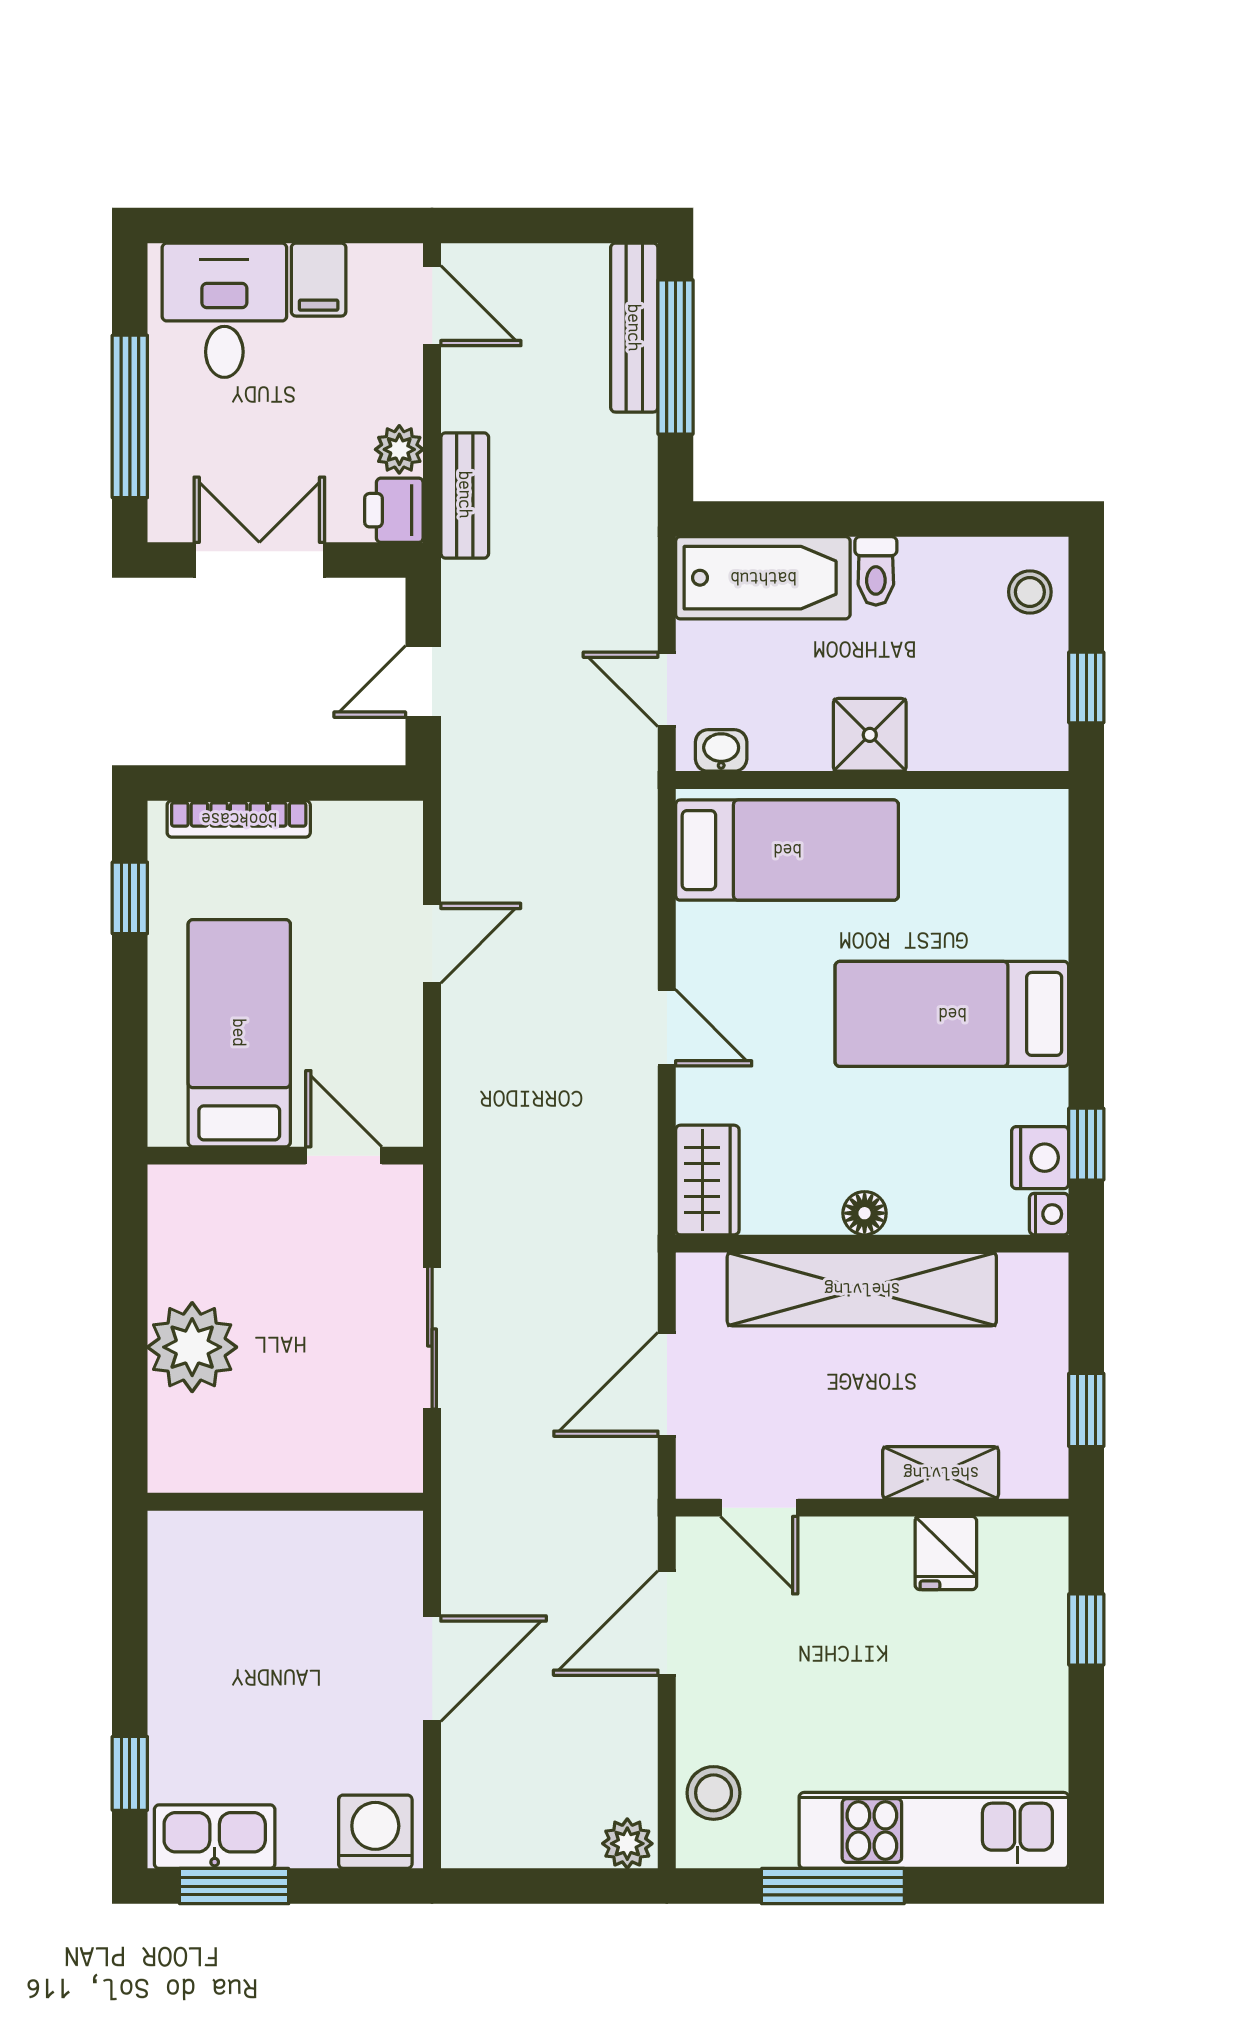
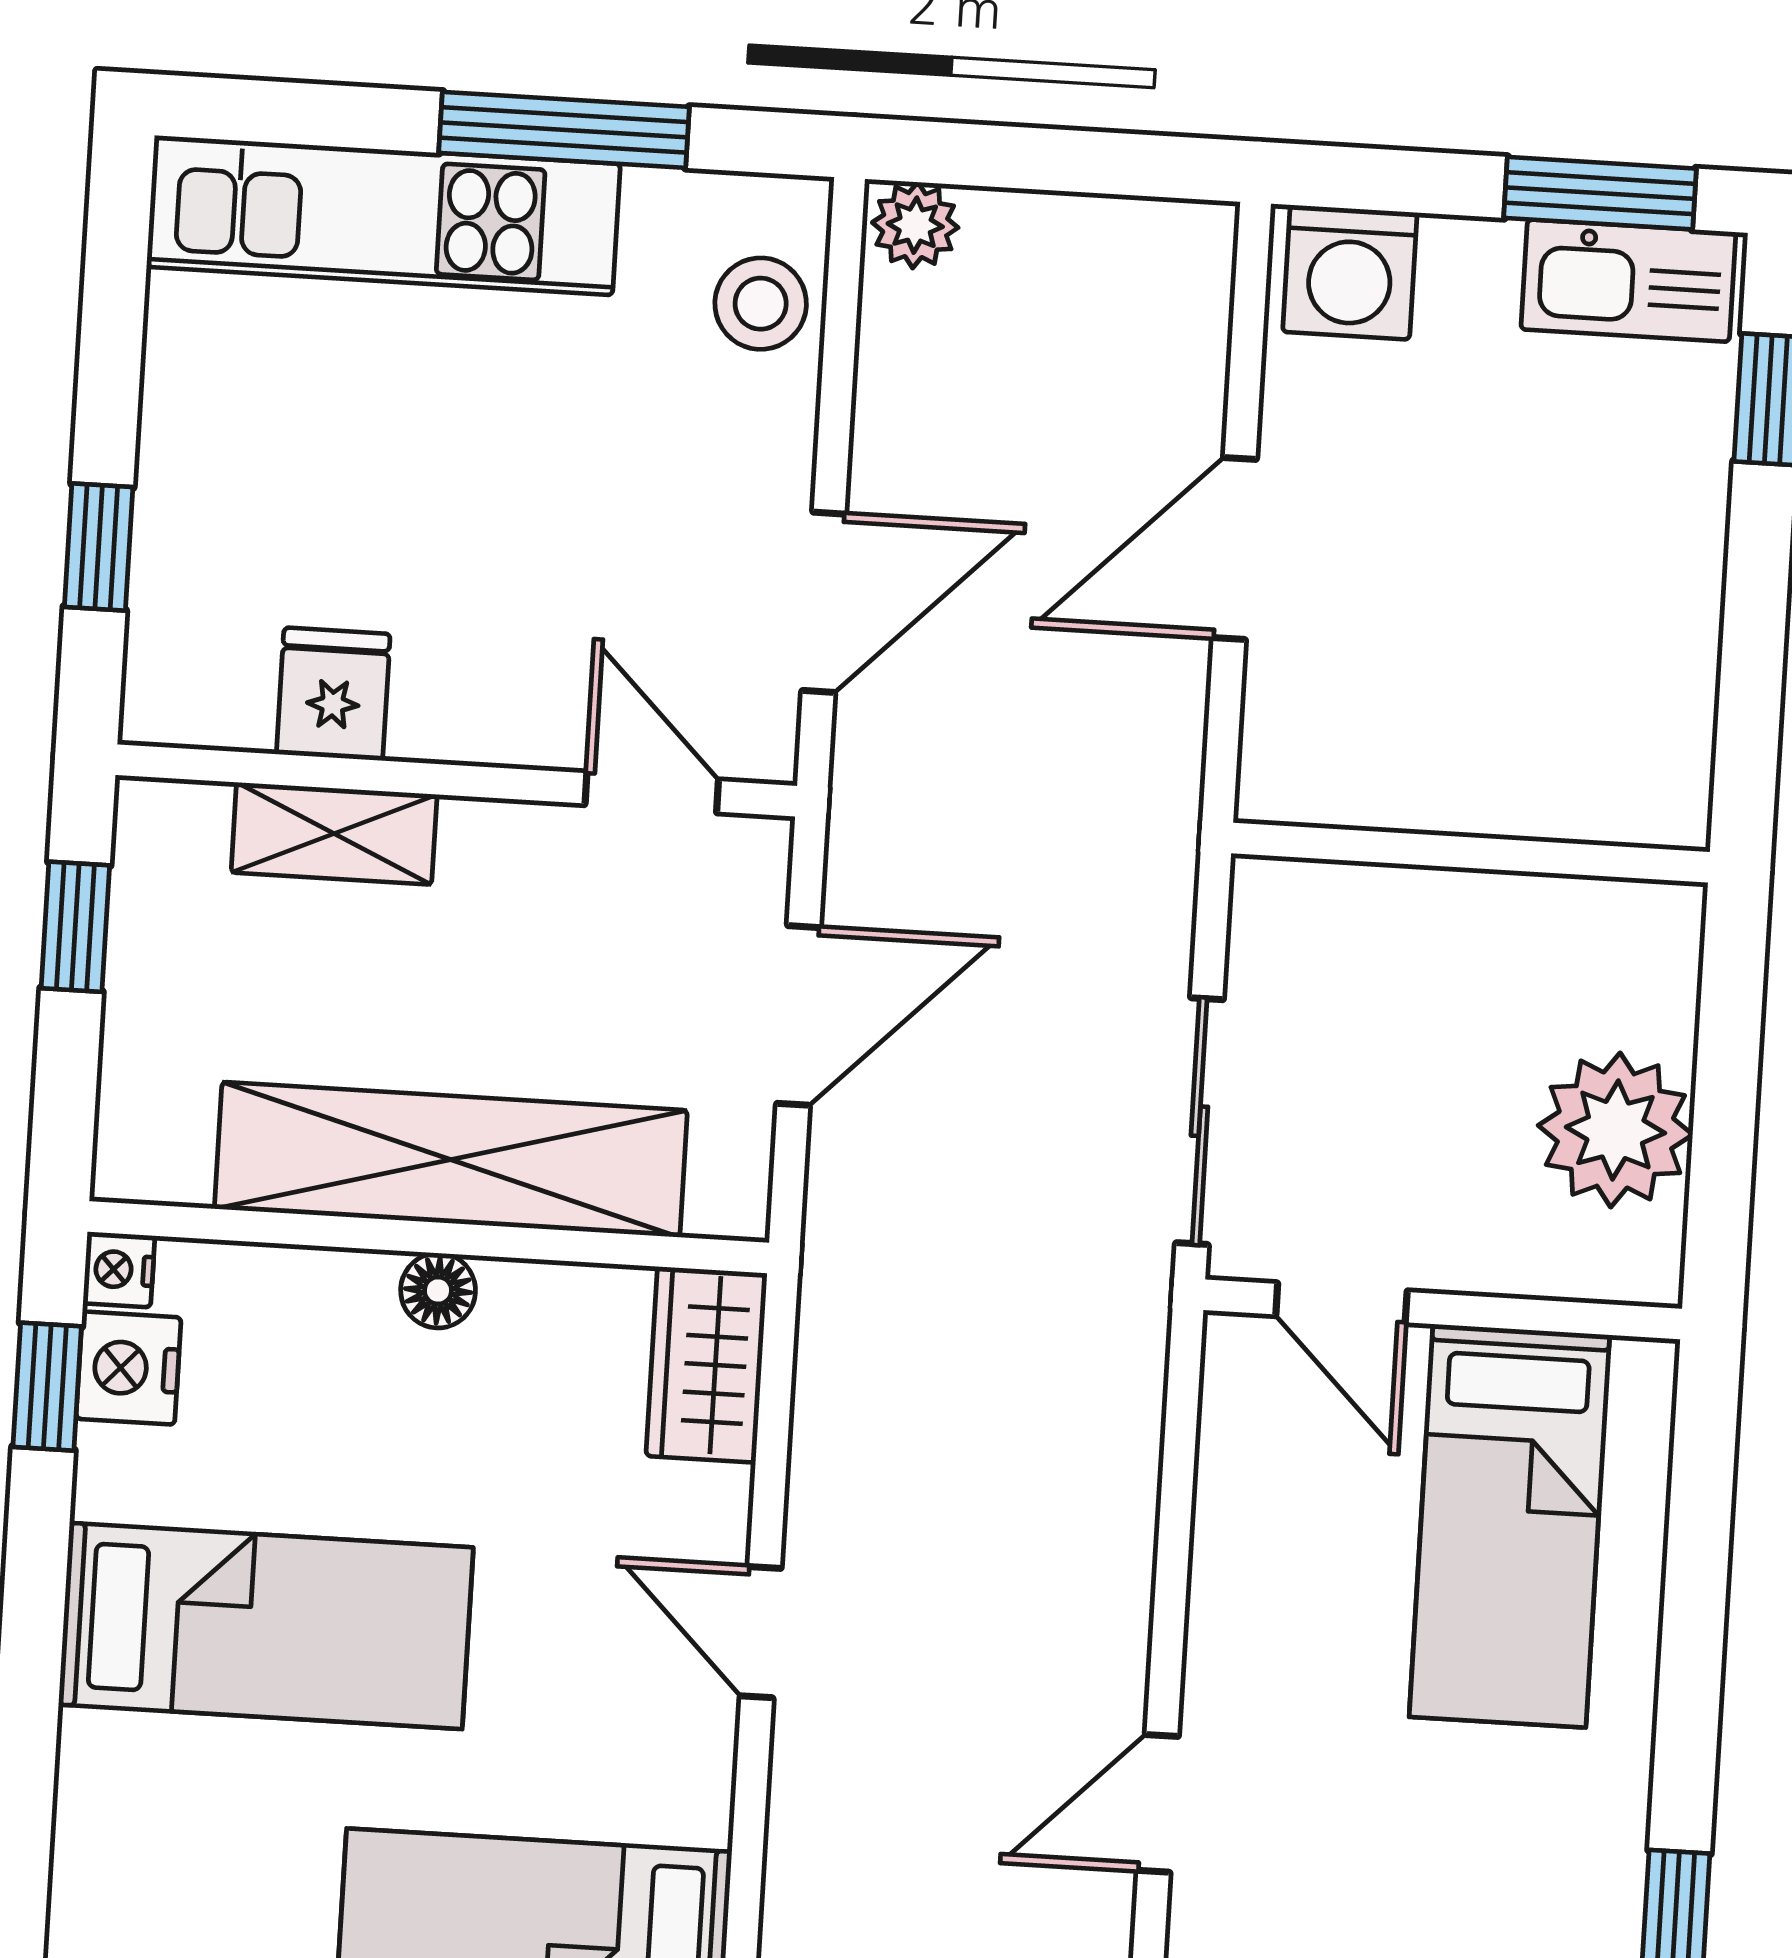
bed: (239, 1033) -> (1509, 1526), moved
wall: (285, 1156) -> (1443, 1309), moved
door: (344, 1156) -> (1341, 1303), moved

